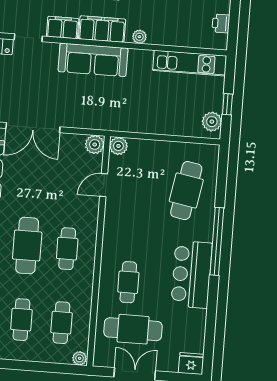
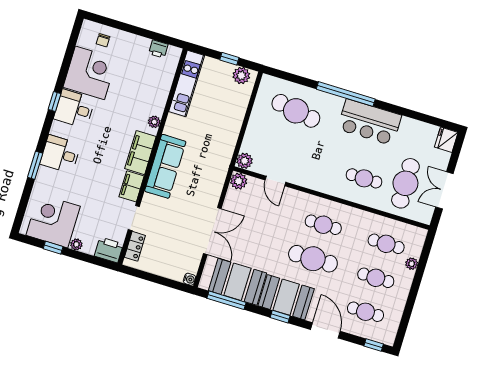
plant: (80, 358) -> (412, 264), moved

